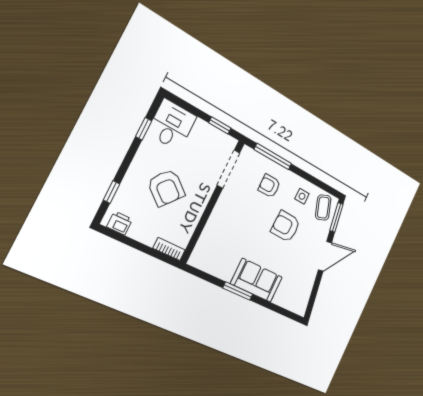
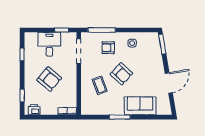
desk: (172, 125) -> (49, 44), moved
coffee table: (323, 208) -> (100, 85), moved
armchair: (286, 226) -> (121, 74), moved, turned -139
door: (325, 256) -> (169, 83), moved
sofa: (257, 280) -> (140, 106), moved

